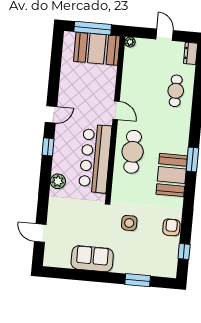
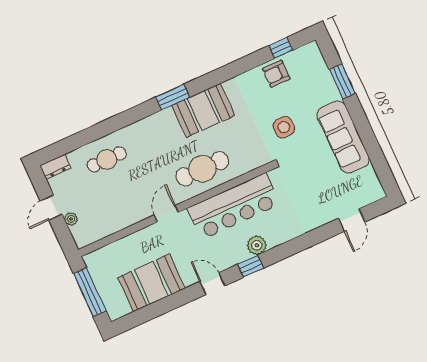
plant: (130, 42) -> (71, 219), moved
booth: (97, 49) -> (151, 283), moved, turned 90
plant: (58, 181) -> (257, 245), moved
armchair: (171, 227) -> (276, 74), moved
sofa: (92, 259) -> (343, 137), width x1.36

